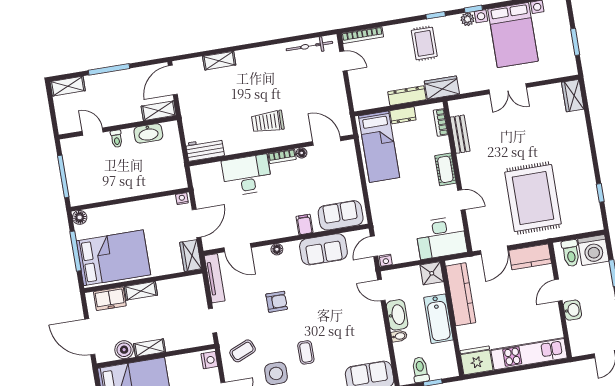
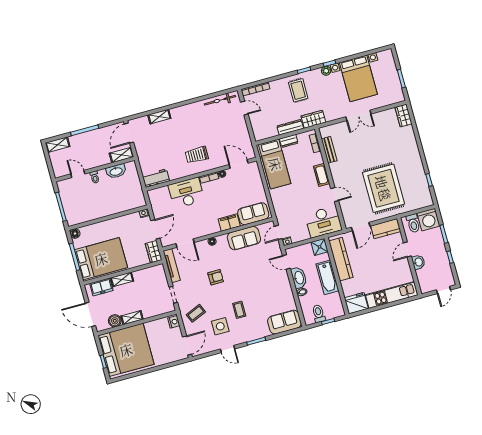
filing cabinet: (304, 225) -> (229, 223), width x2.00

